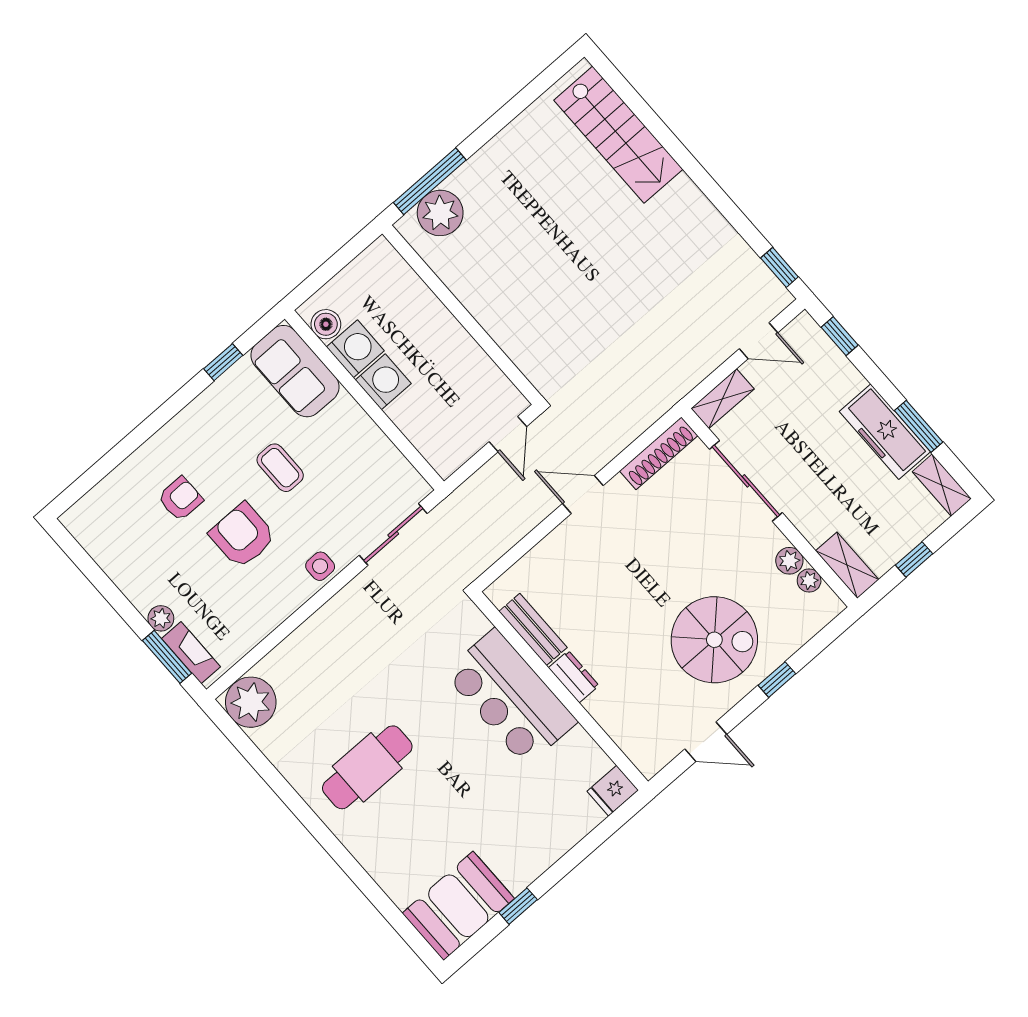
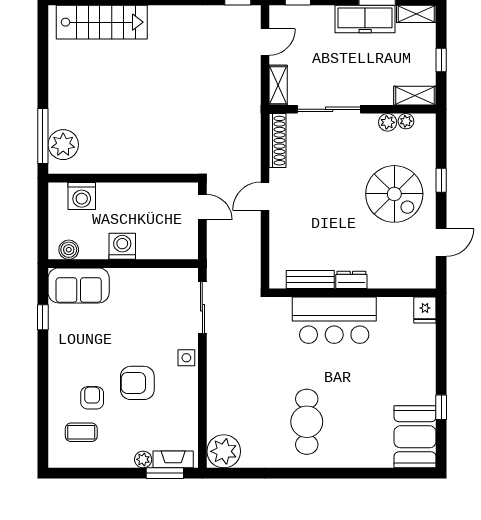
washing machine: (355, 349) -> (82, 196), moved, turned 180
coffee table: (280, 468) -> (81, 432), moved
spiral stairs: (714, 640) -> (394, 194), turned 90

